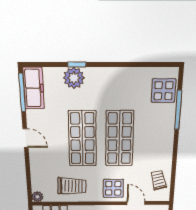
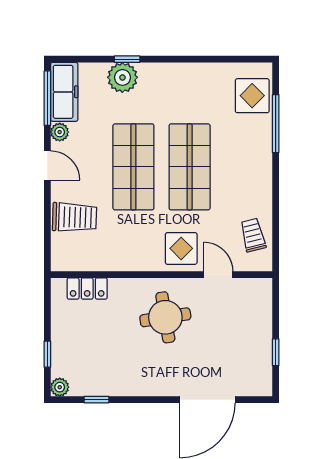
trolley: (72, 186) -> (75, 217), moved
plant: (37, 197) -> (60, 132), moved

